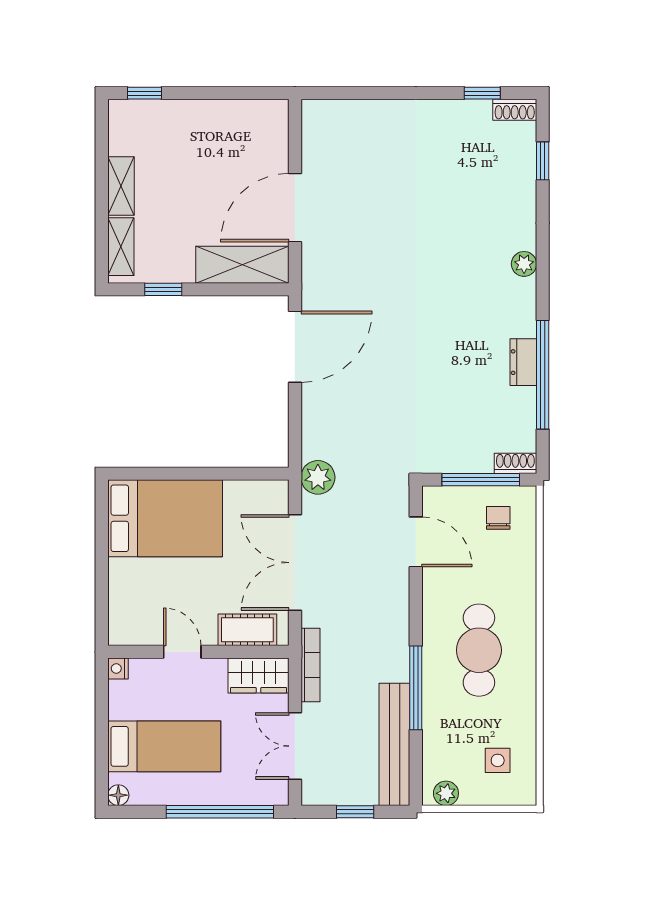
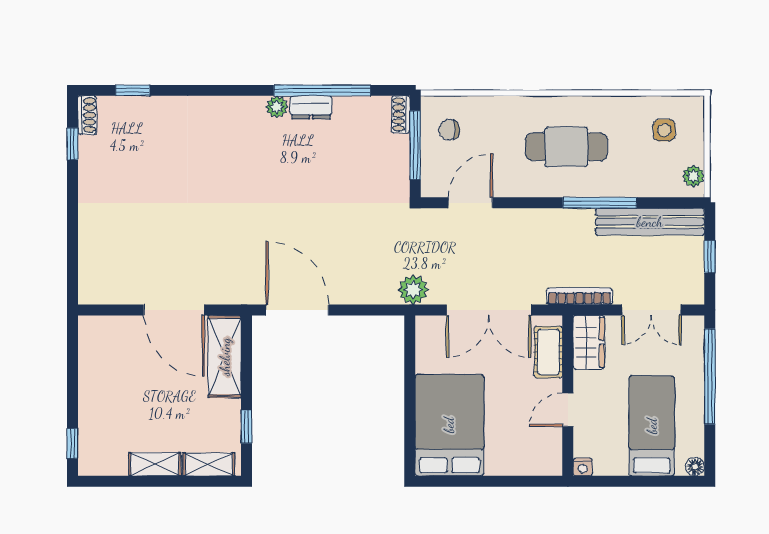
plant: (524, 264) -> (277, 107), moved

